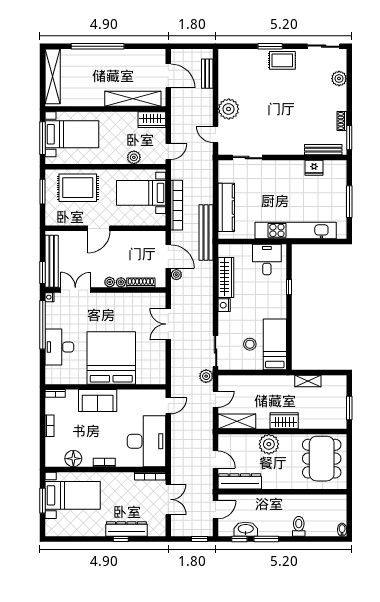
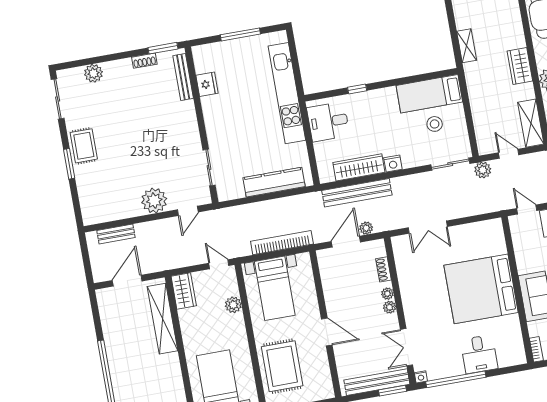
bench: (206, 233) -> (357, 193), moved
shoe rack: (141, 283) -> (383, 269), width x0.70
desk: (59, 347) -> (479, 354), width x0.73

